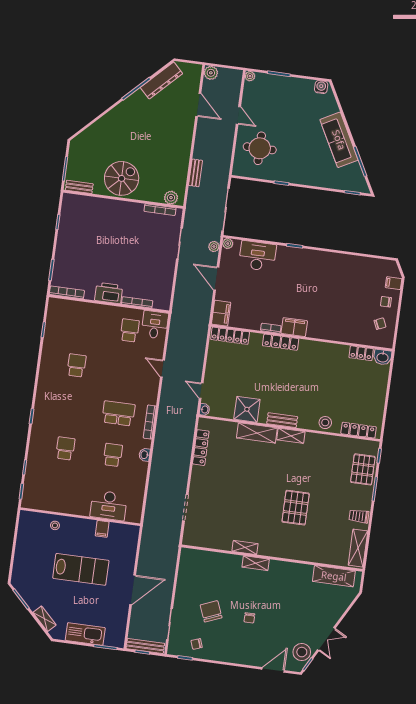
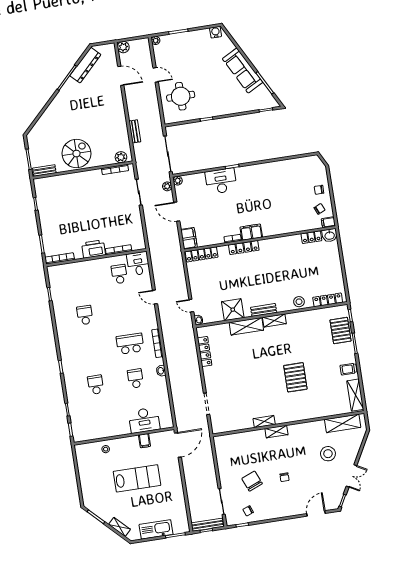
desk: (257, 256) -> (221, 181), moved
filing cabinet: (394, 283) -> (328, 222), moved
door: (133, 590) -> (178, 445), moved
stool: (302, 652) -> (328, 454), moved

